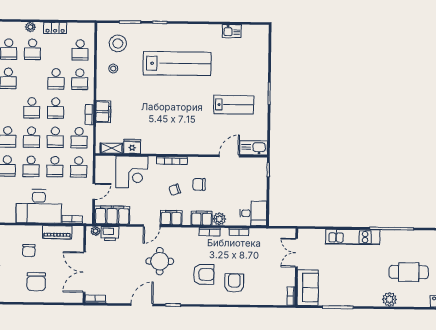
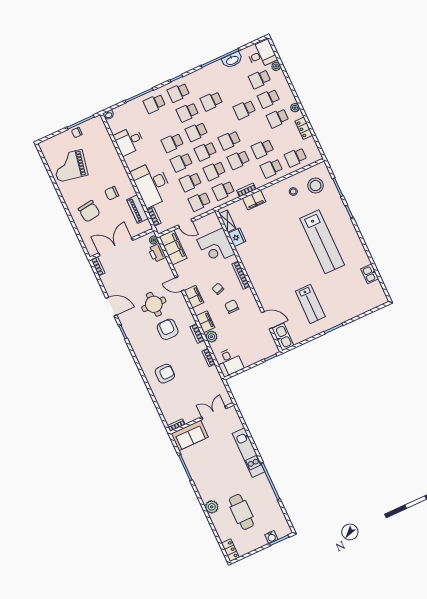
armchair: (204, 274) -> (168, 329), moved, turned 180
chair: (36, 282) -> (89, 211), turned -97

